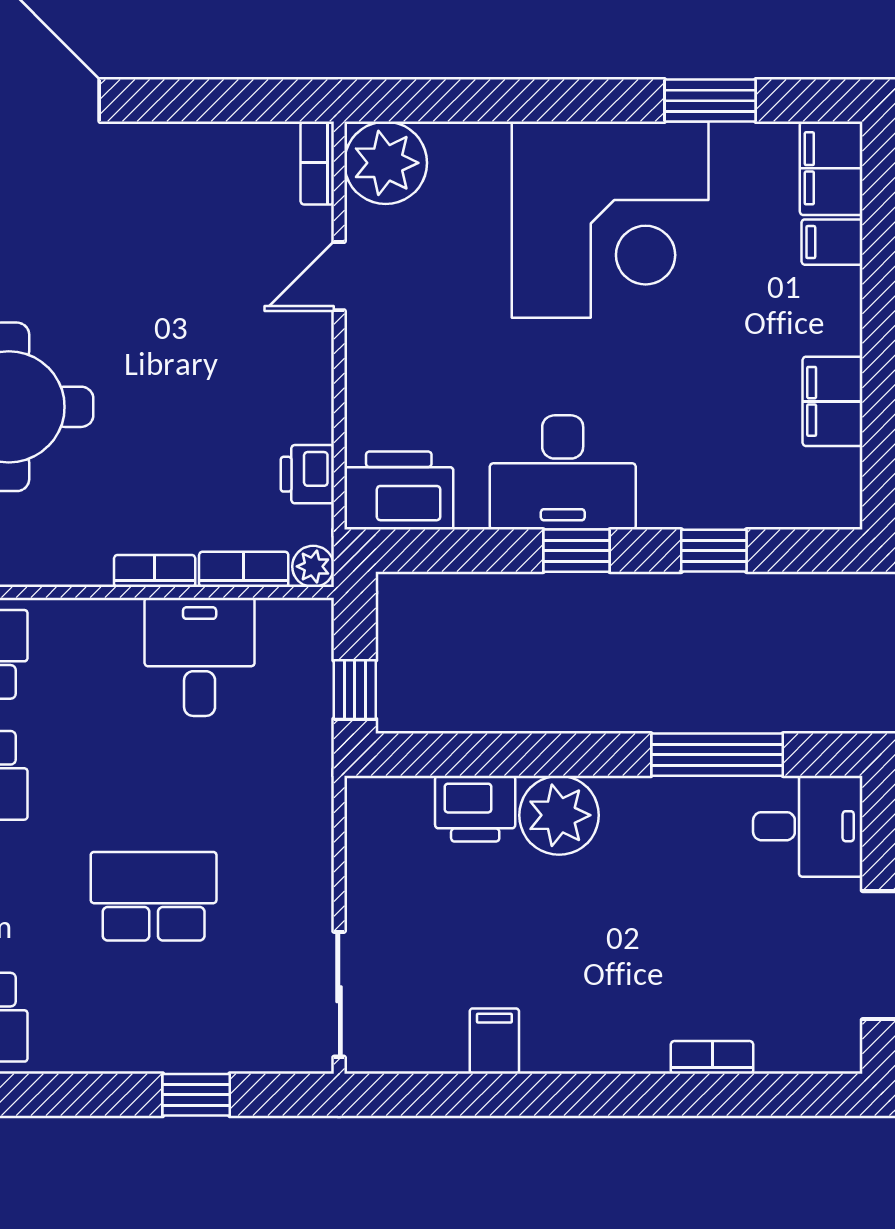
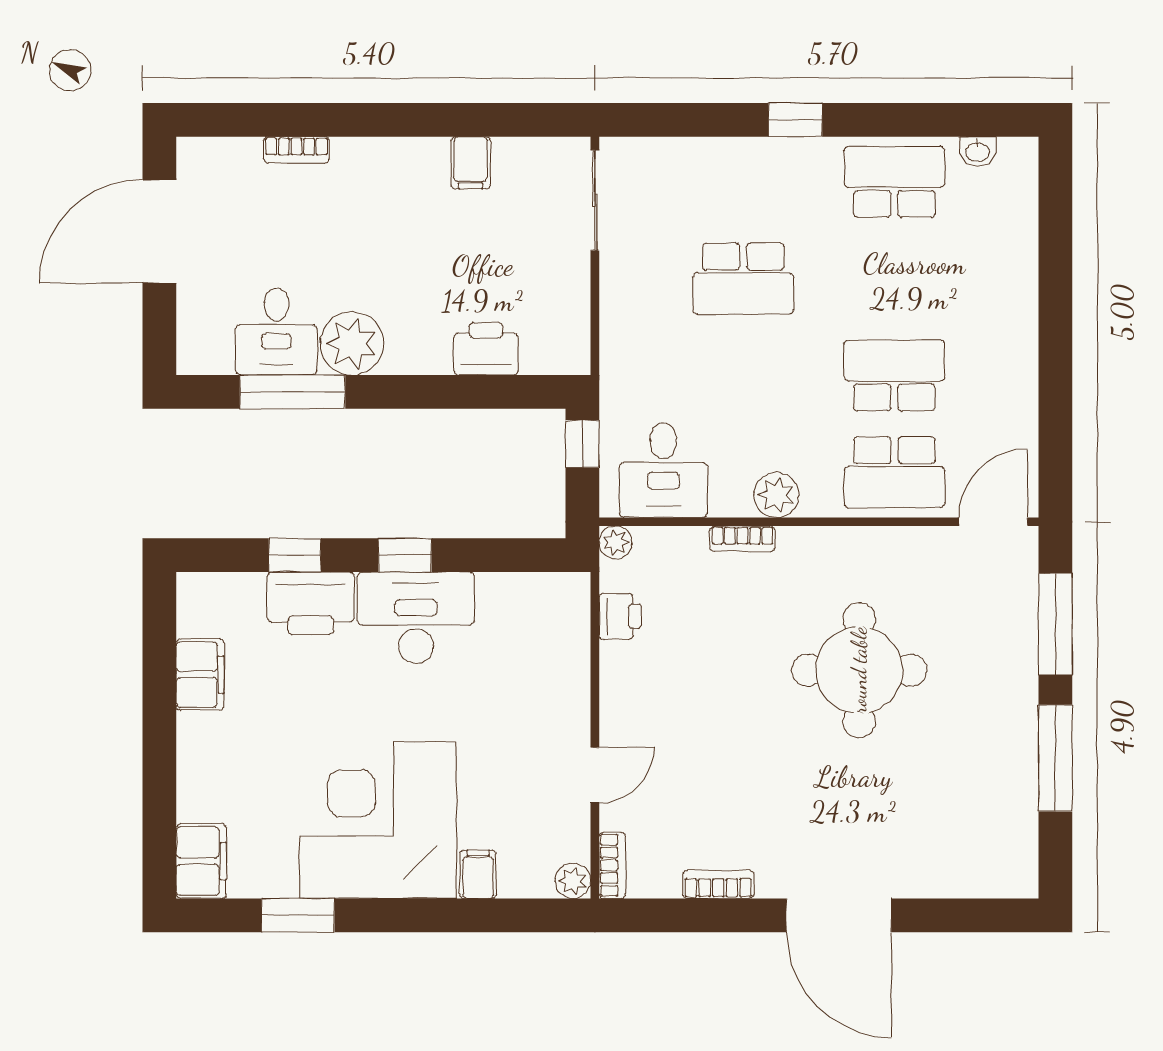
plant: (386, 163) -> (573, 881), width x0.53, depth x0.53
filing cabinet: (832, 242) -> (478, 874), moved, turned -90
printer: (399, 491) -> (311, 603), moved
bookcase: (244, 569) -> (718, 884), moved, turned 180
plant: (112, 626) -> (776, 495), added
desk: (200, 657) -> (663, 470), moved
plant: (559, 815) -> (352, 343), moved
desk: (808, 826) -> (276, 331), moved, turned -90
window: (196, 1095) -> (795, 120), moved

